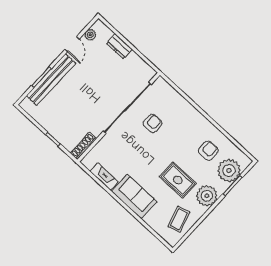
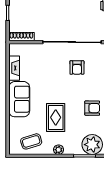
armchair: (152, 123) -> (77, 67), turned 90
armchair: (208, 151) -> (92, 108), moved
plant: (207, 196) -> (59, 150), width x0.53, depth x0.53

